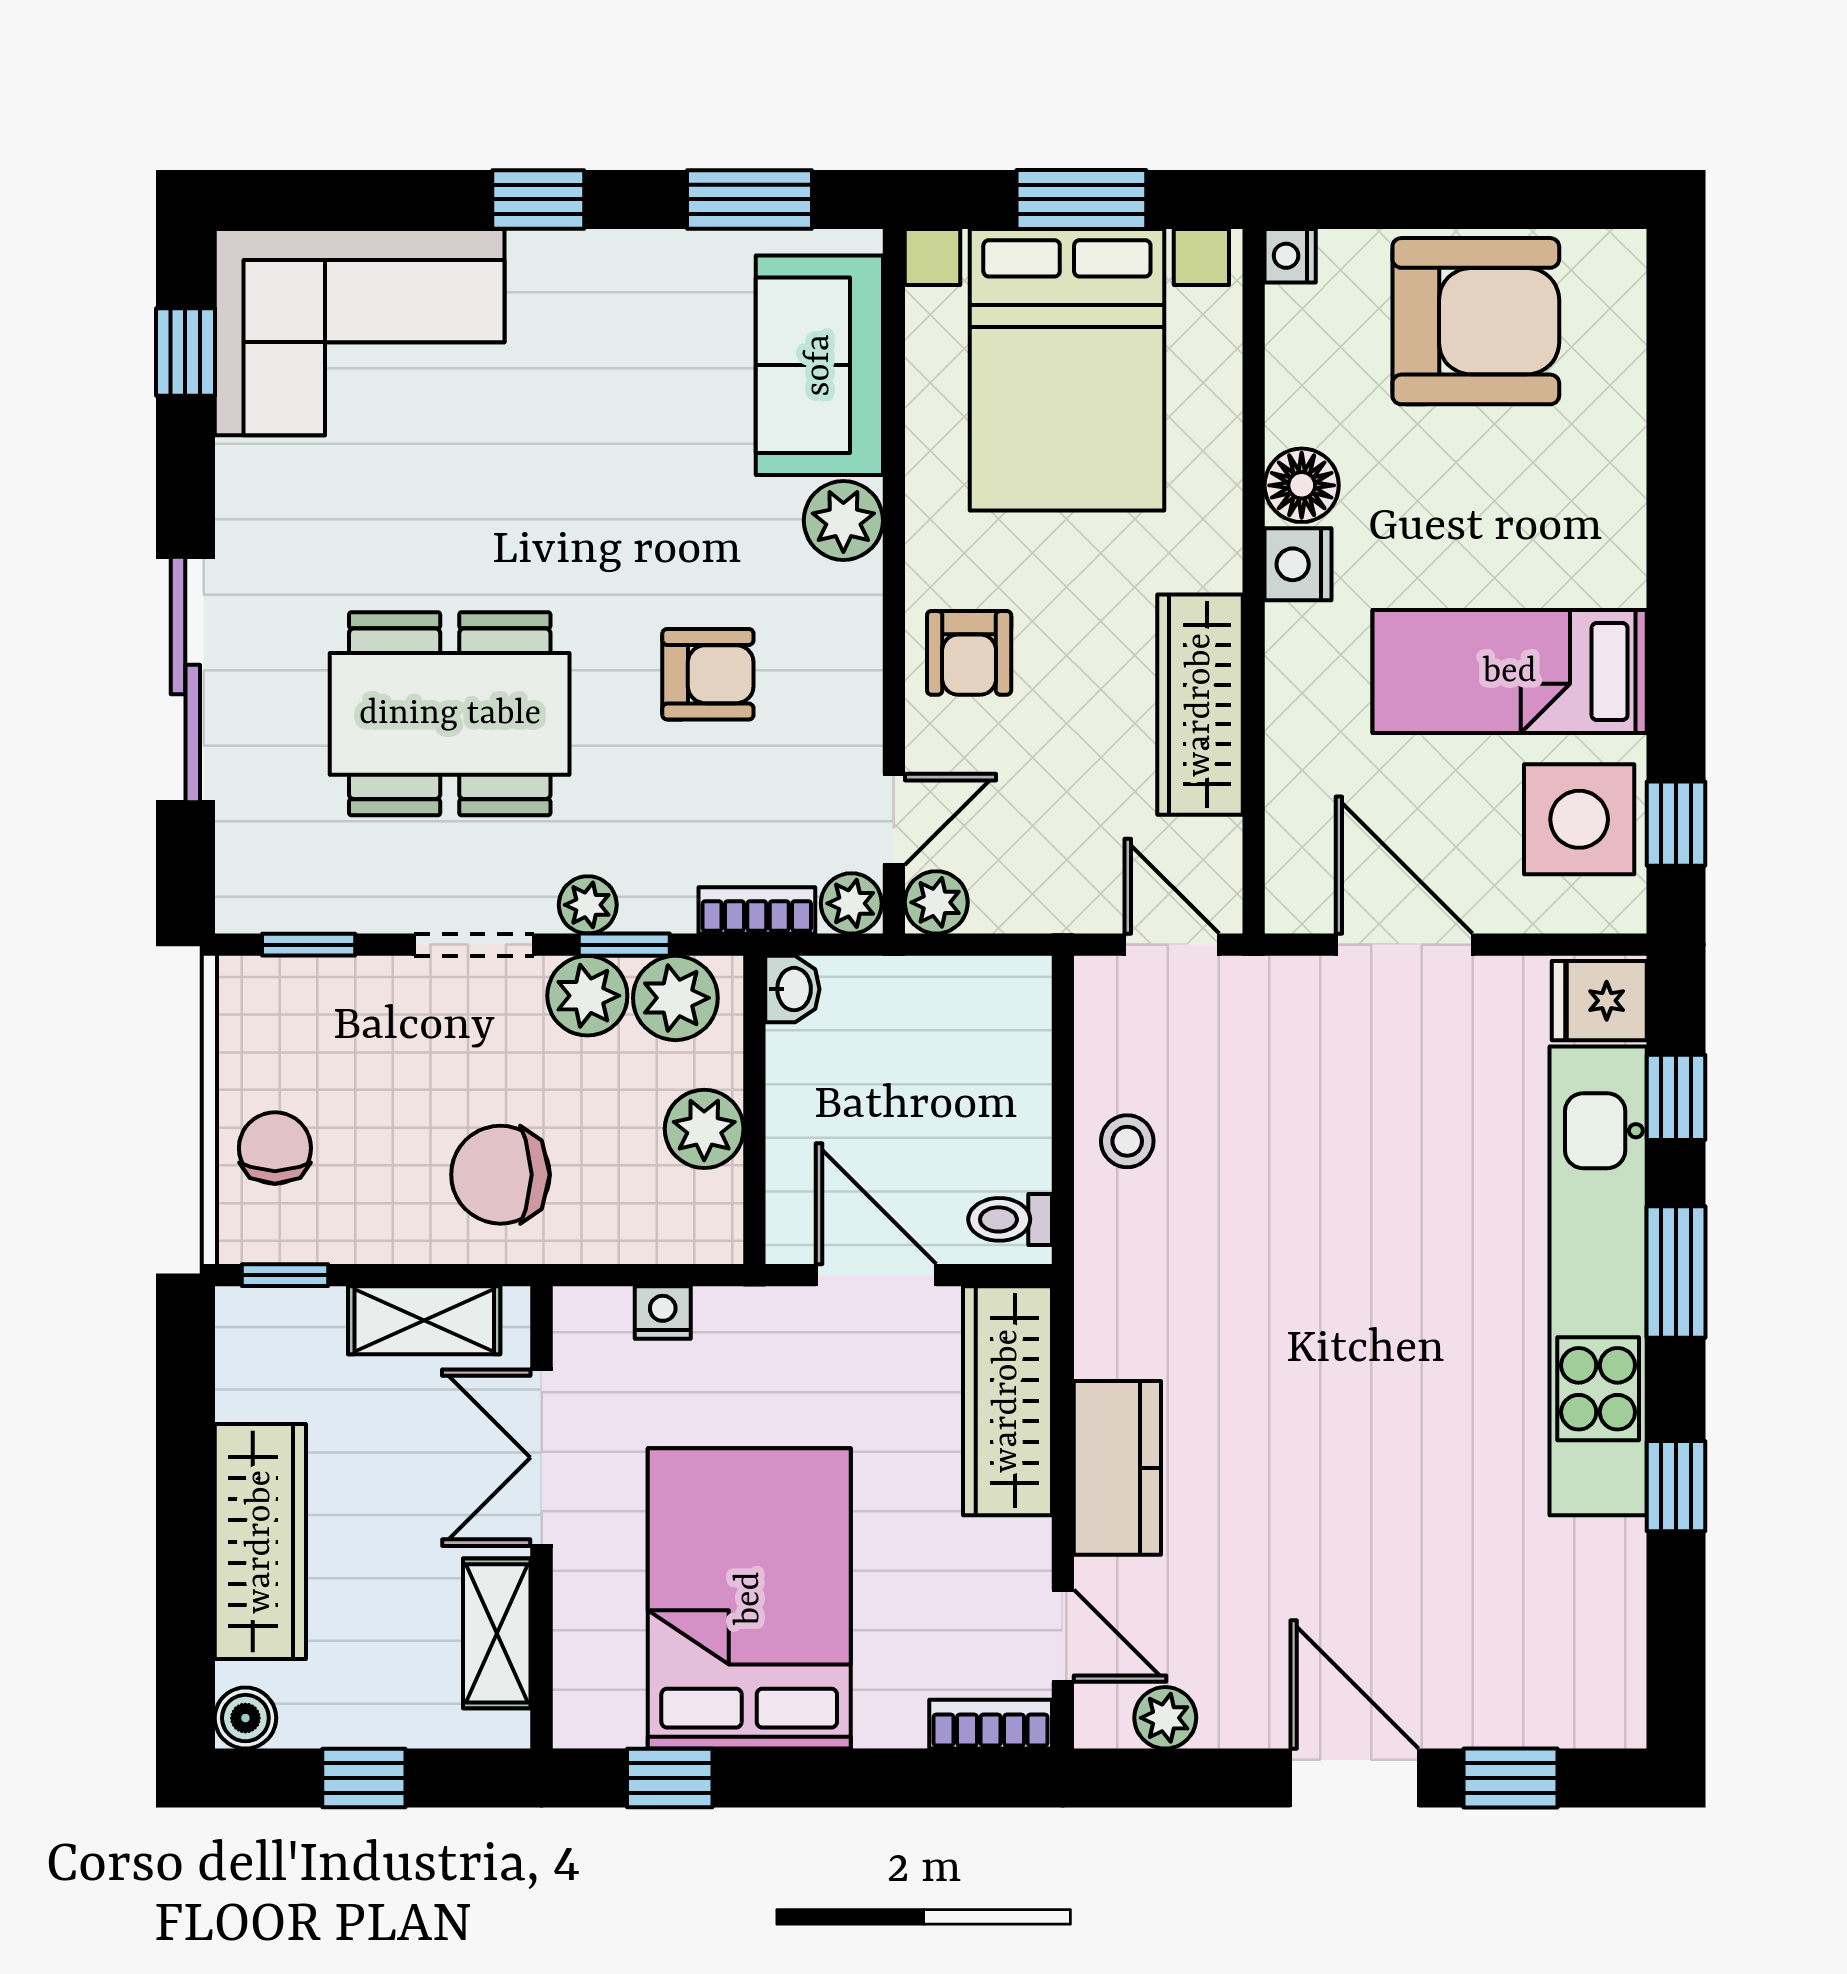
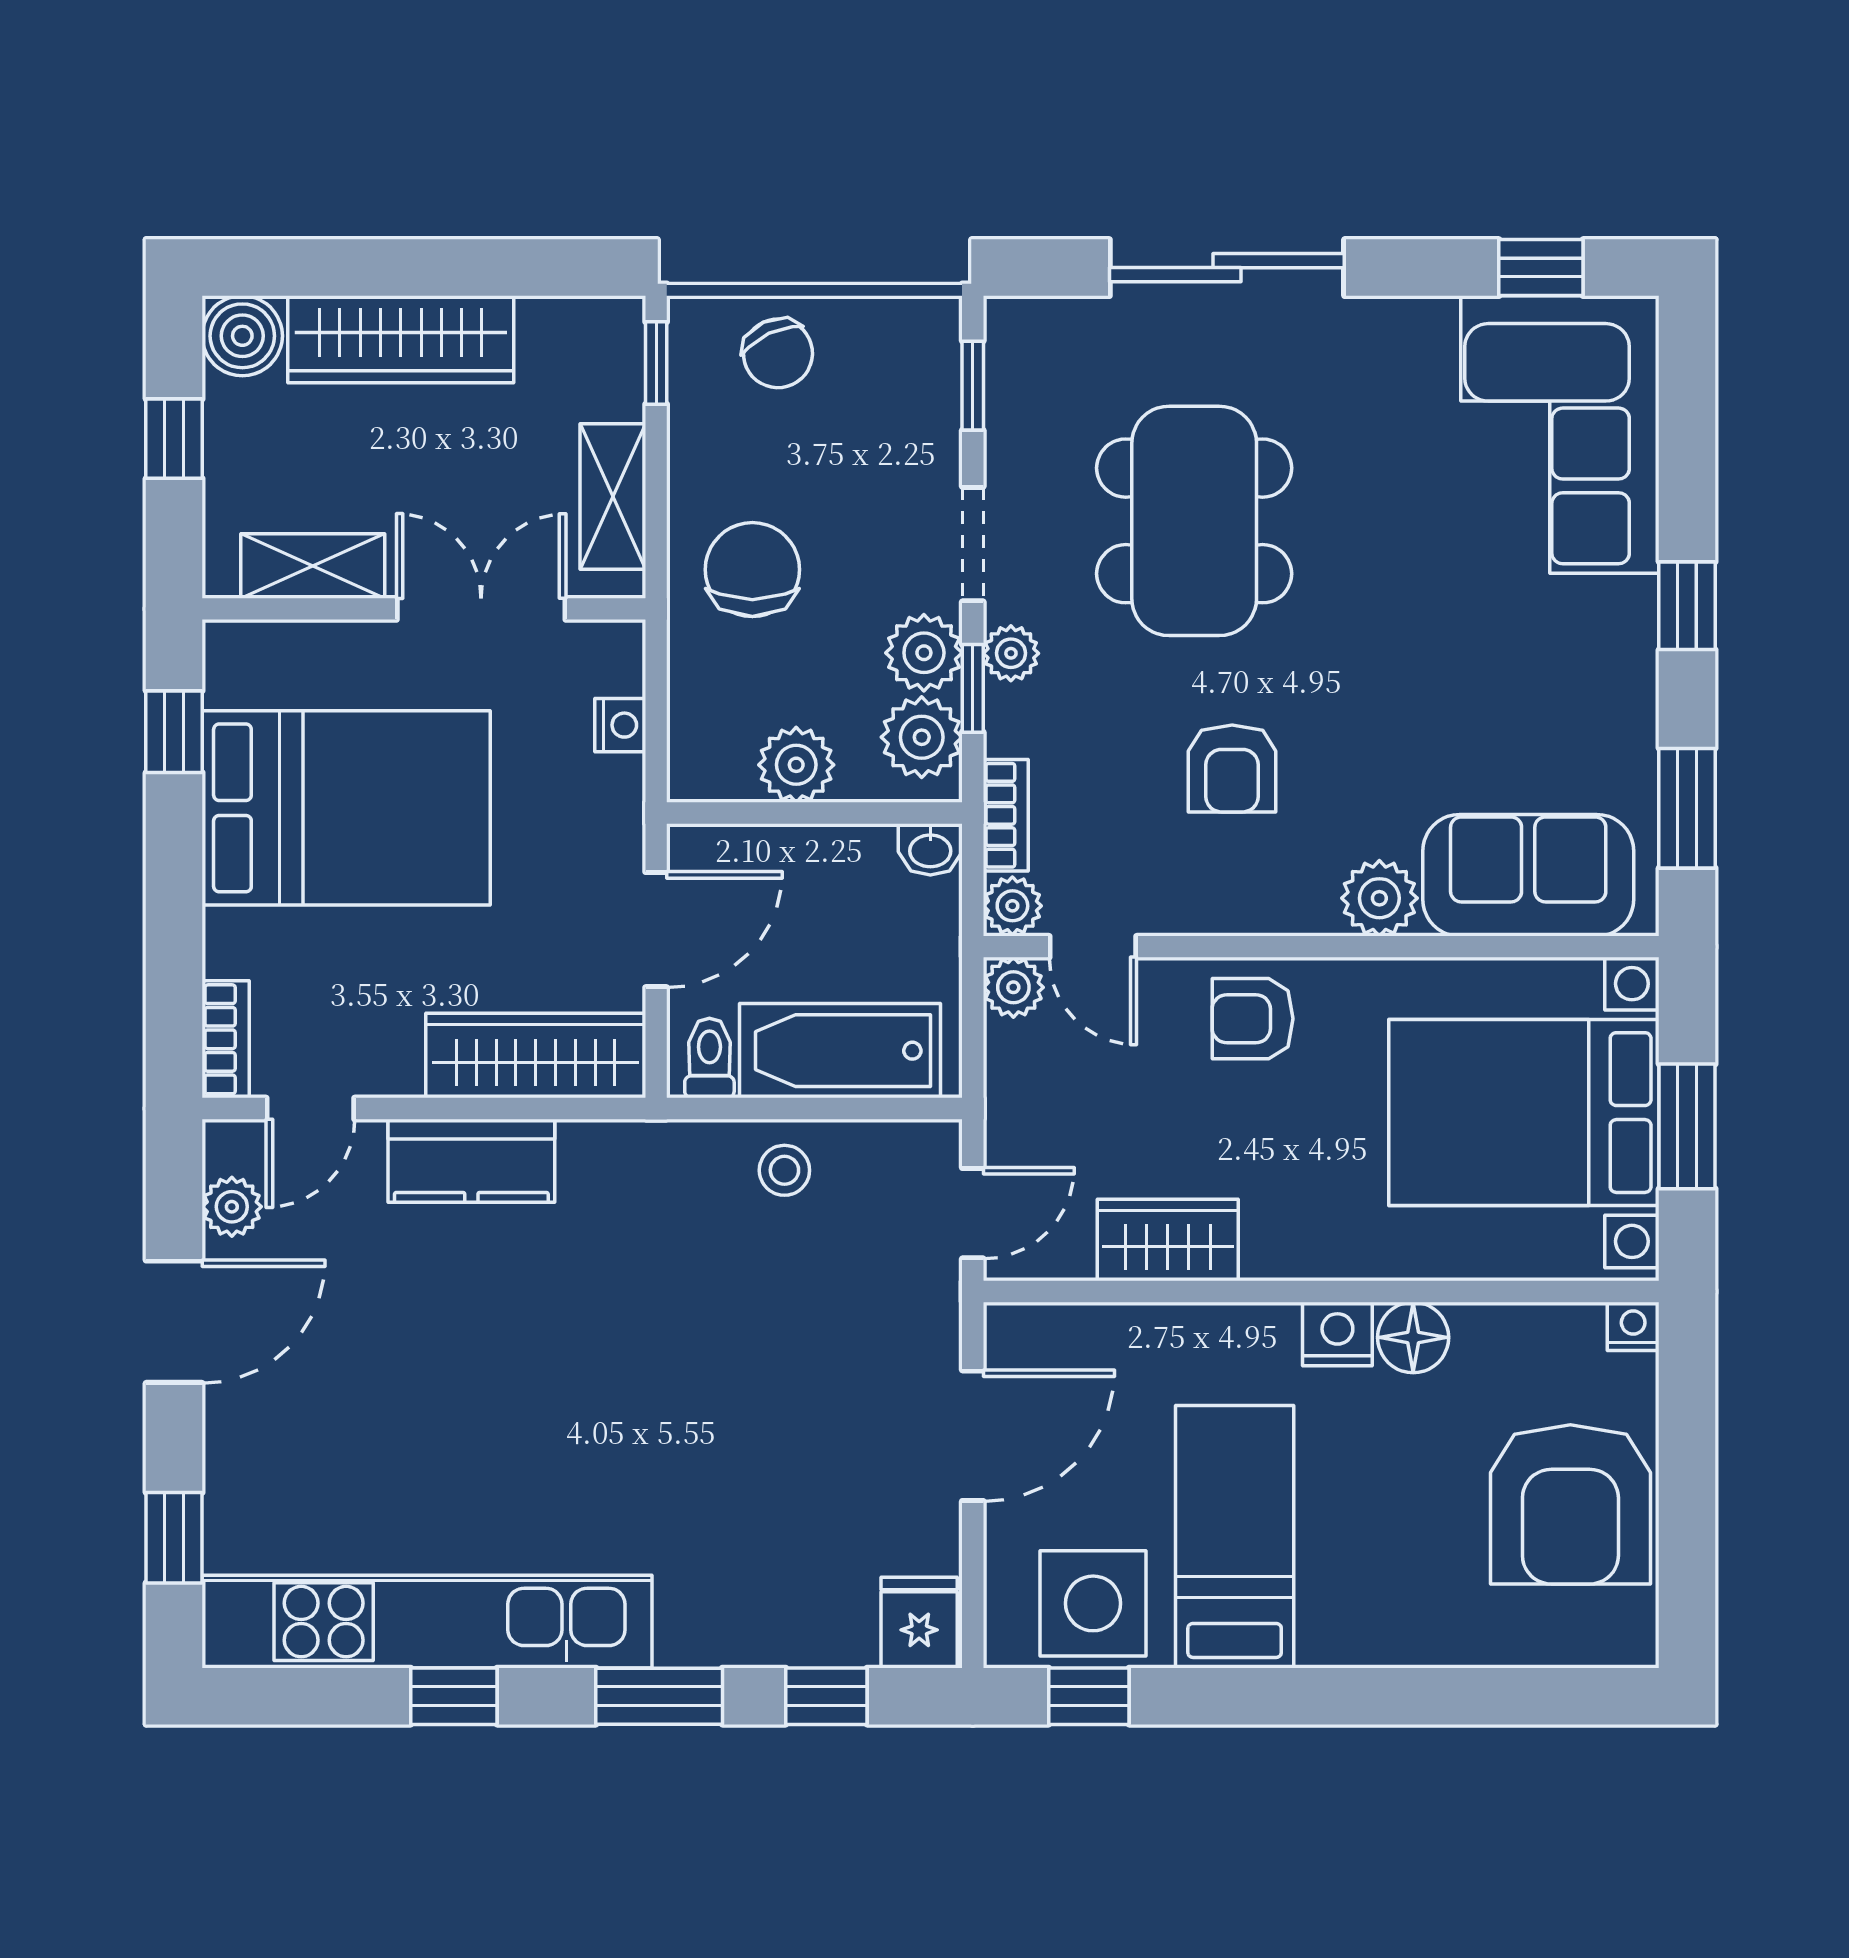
wardrobe: (1200, 705) -> (1168, 1240), width x0.67
bathtub: (1002, 1083) -> (840, 1051), added
chair: (275, 1148) -> (778, 353), turned 65
kitchen unit: (1598, 1281) -> (427, 1622), moved
boiler: (245, 1718) -> (242, 336), width x1.36, depth x1.36
door: (1354, 1778) -> (174, 1322), moved

